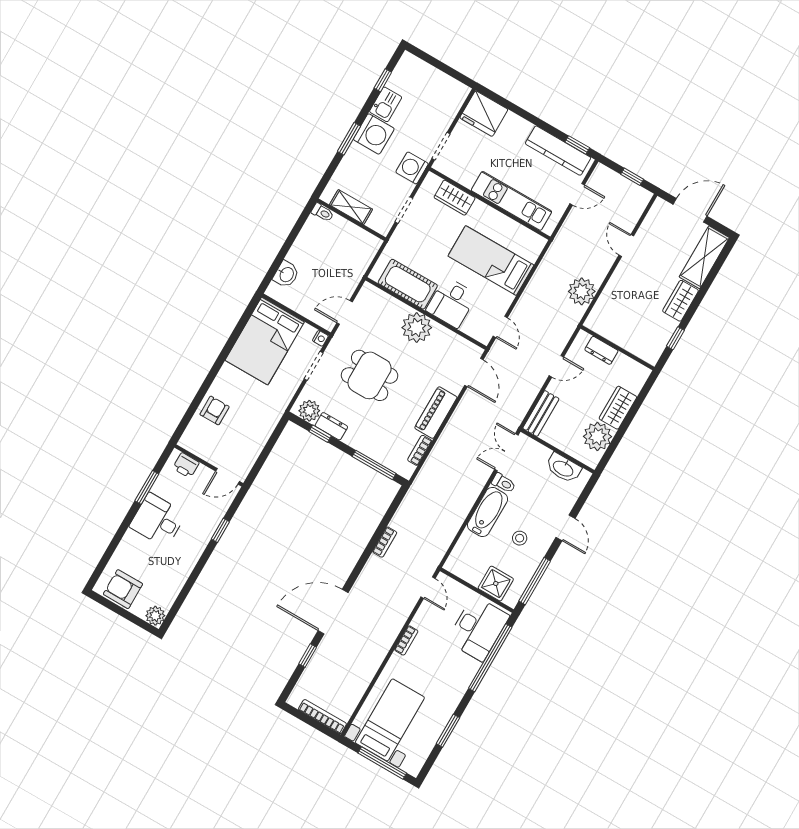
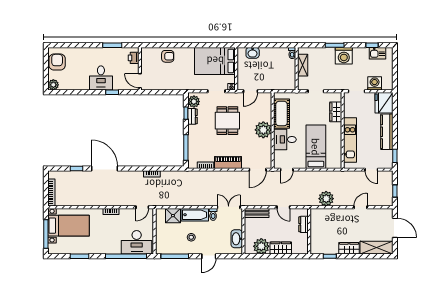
kitchen sink: (386, 104) -> (378, 53), moved
kitchen counter: (558, 151) -> (387, 132), moved
washing machine: (412, 168) -> (375, 83), moved
door: (345, 312) -> (251, 91), swing flipped
desk: (158, 520) -> (101, 78), moved, turned 180
shower: (496, 584) -> (173, 216), moved

